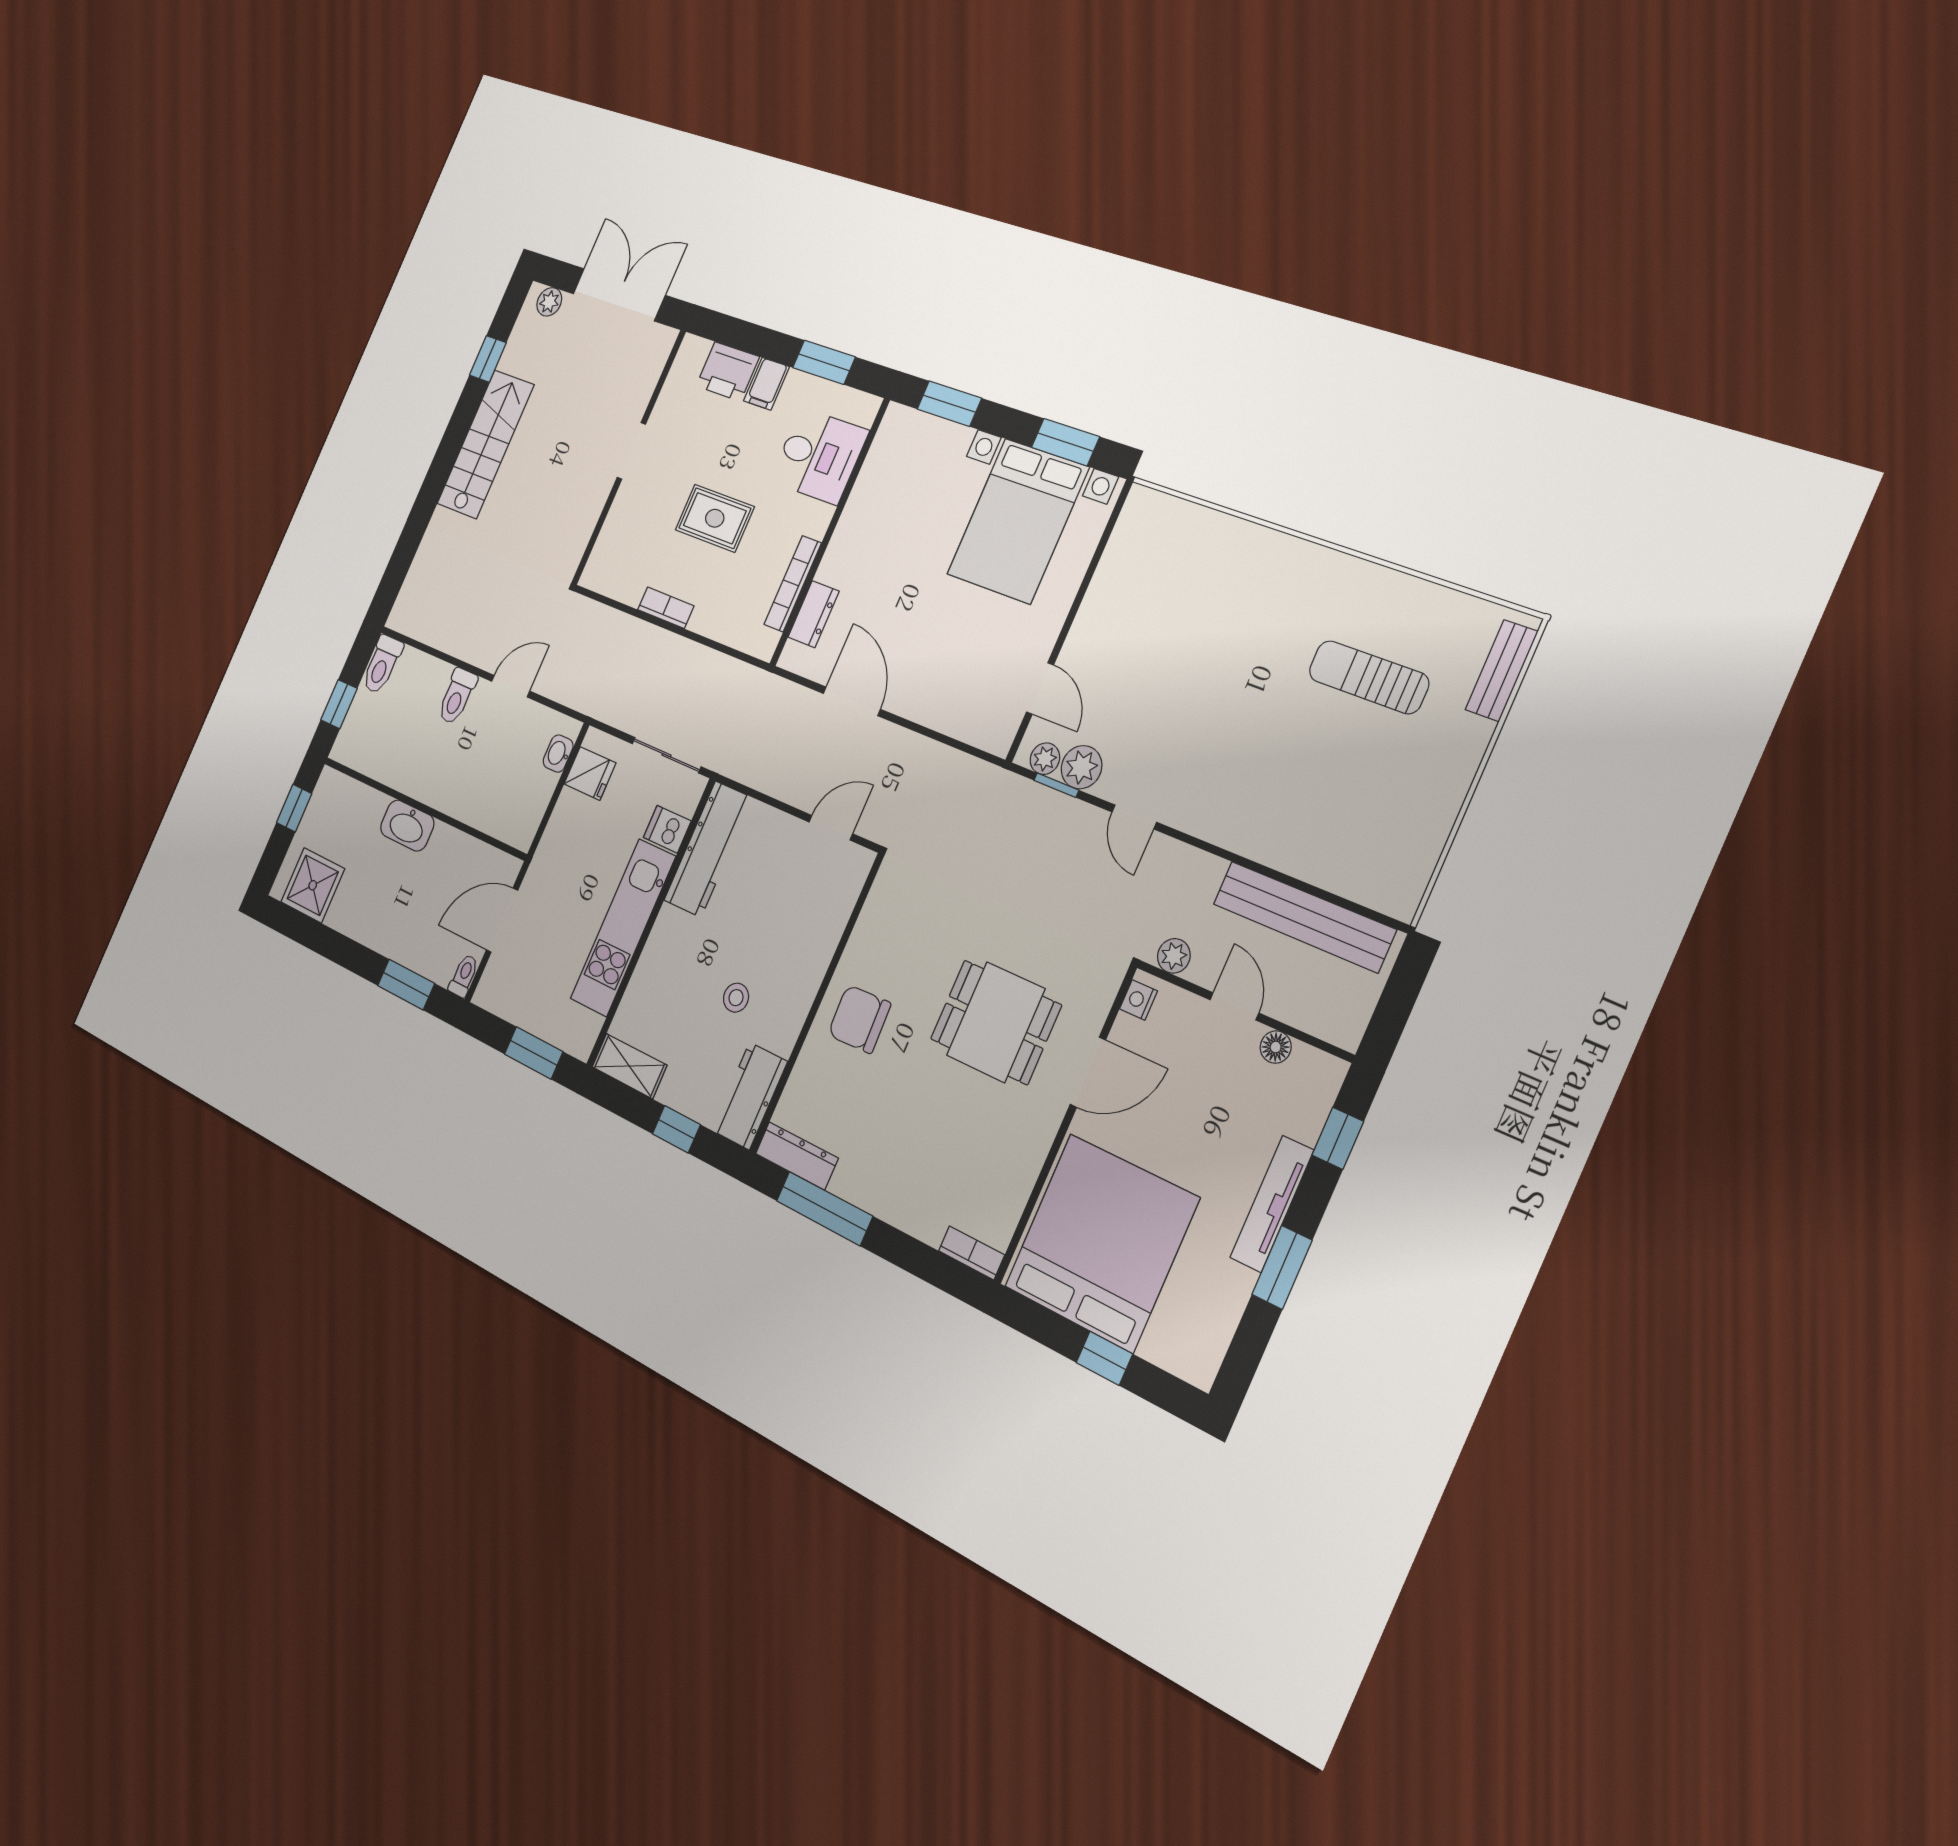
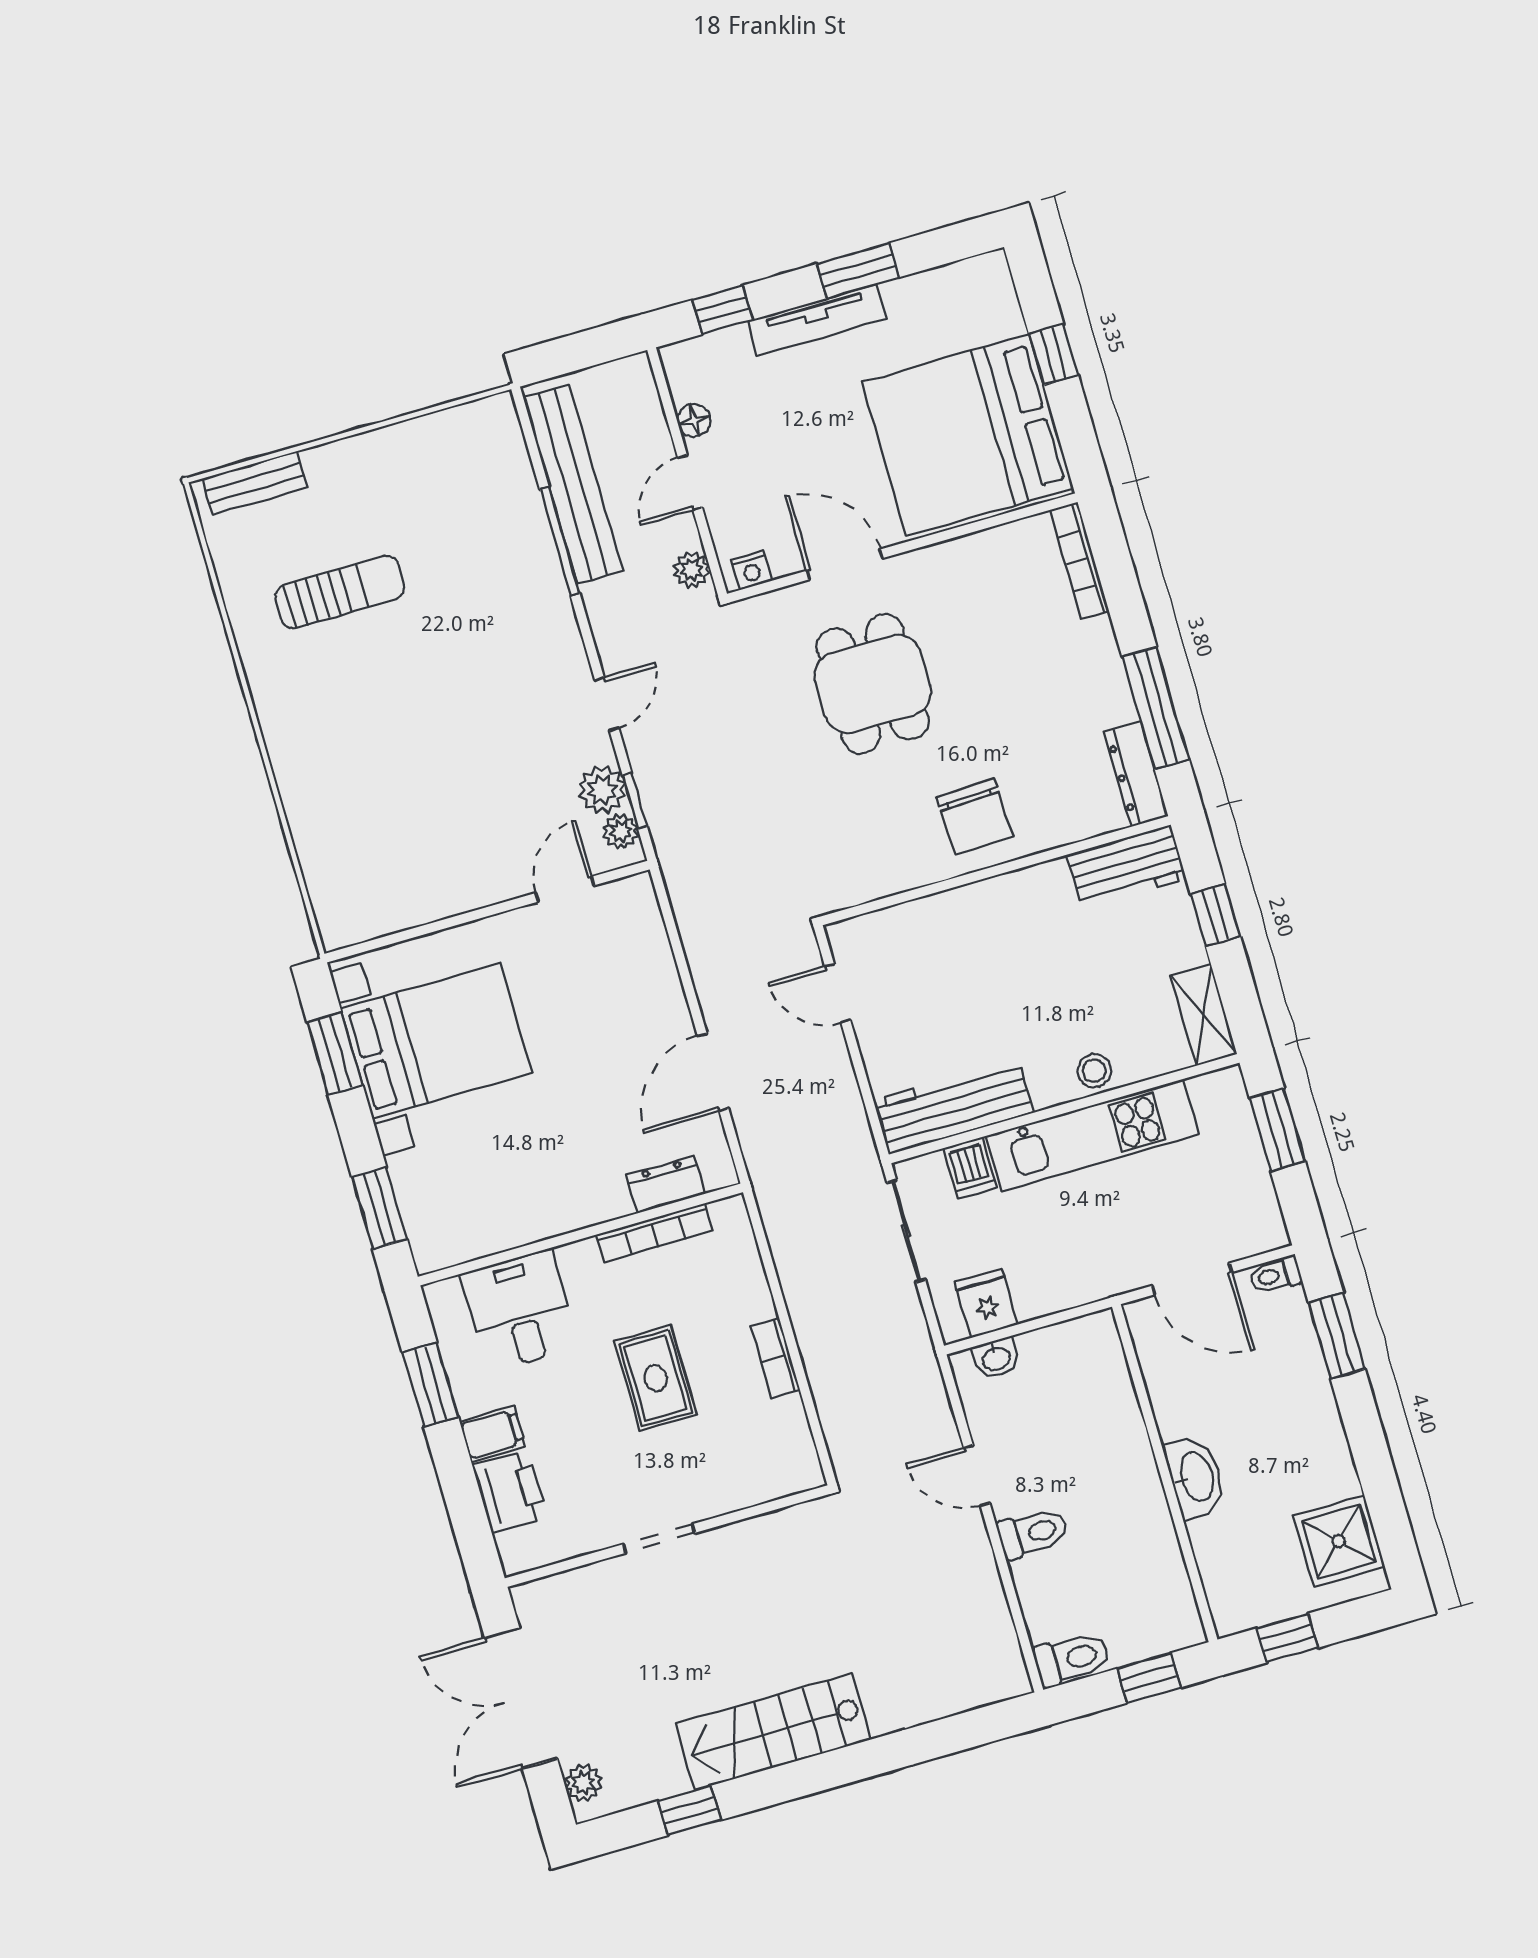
sun lounger: (1369, 677) -> (340, 592), turned -90
window: (1272, 873) -> (560, 541), added
stool: (736, 998) -> (1094, 1071), moved
bookcase: (971, 1253) -> (1079, 560), width x1.56

